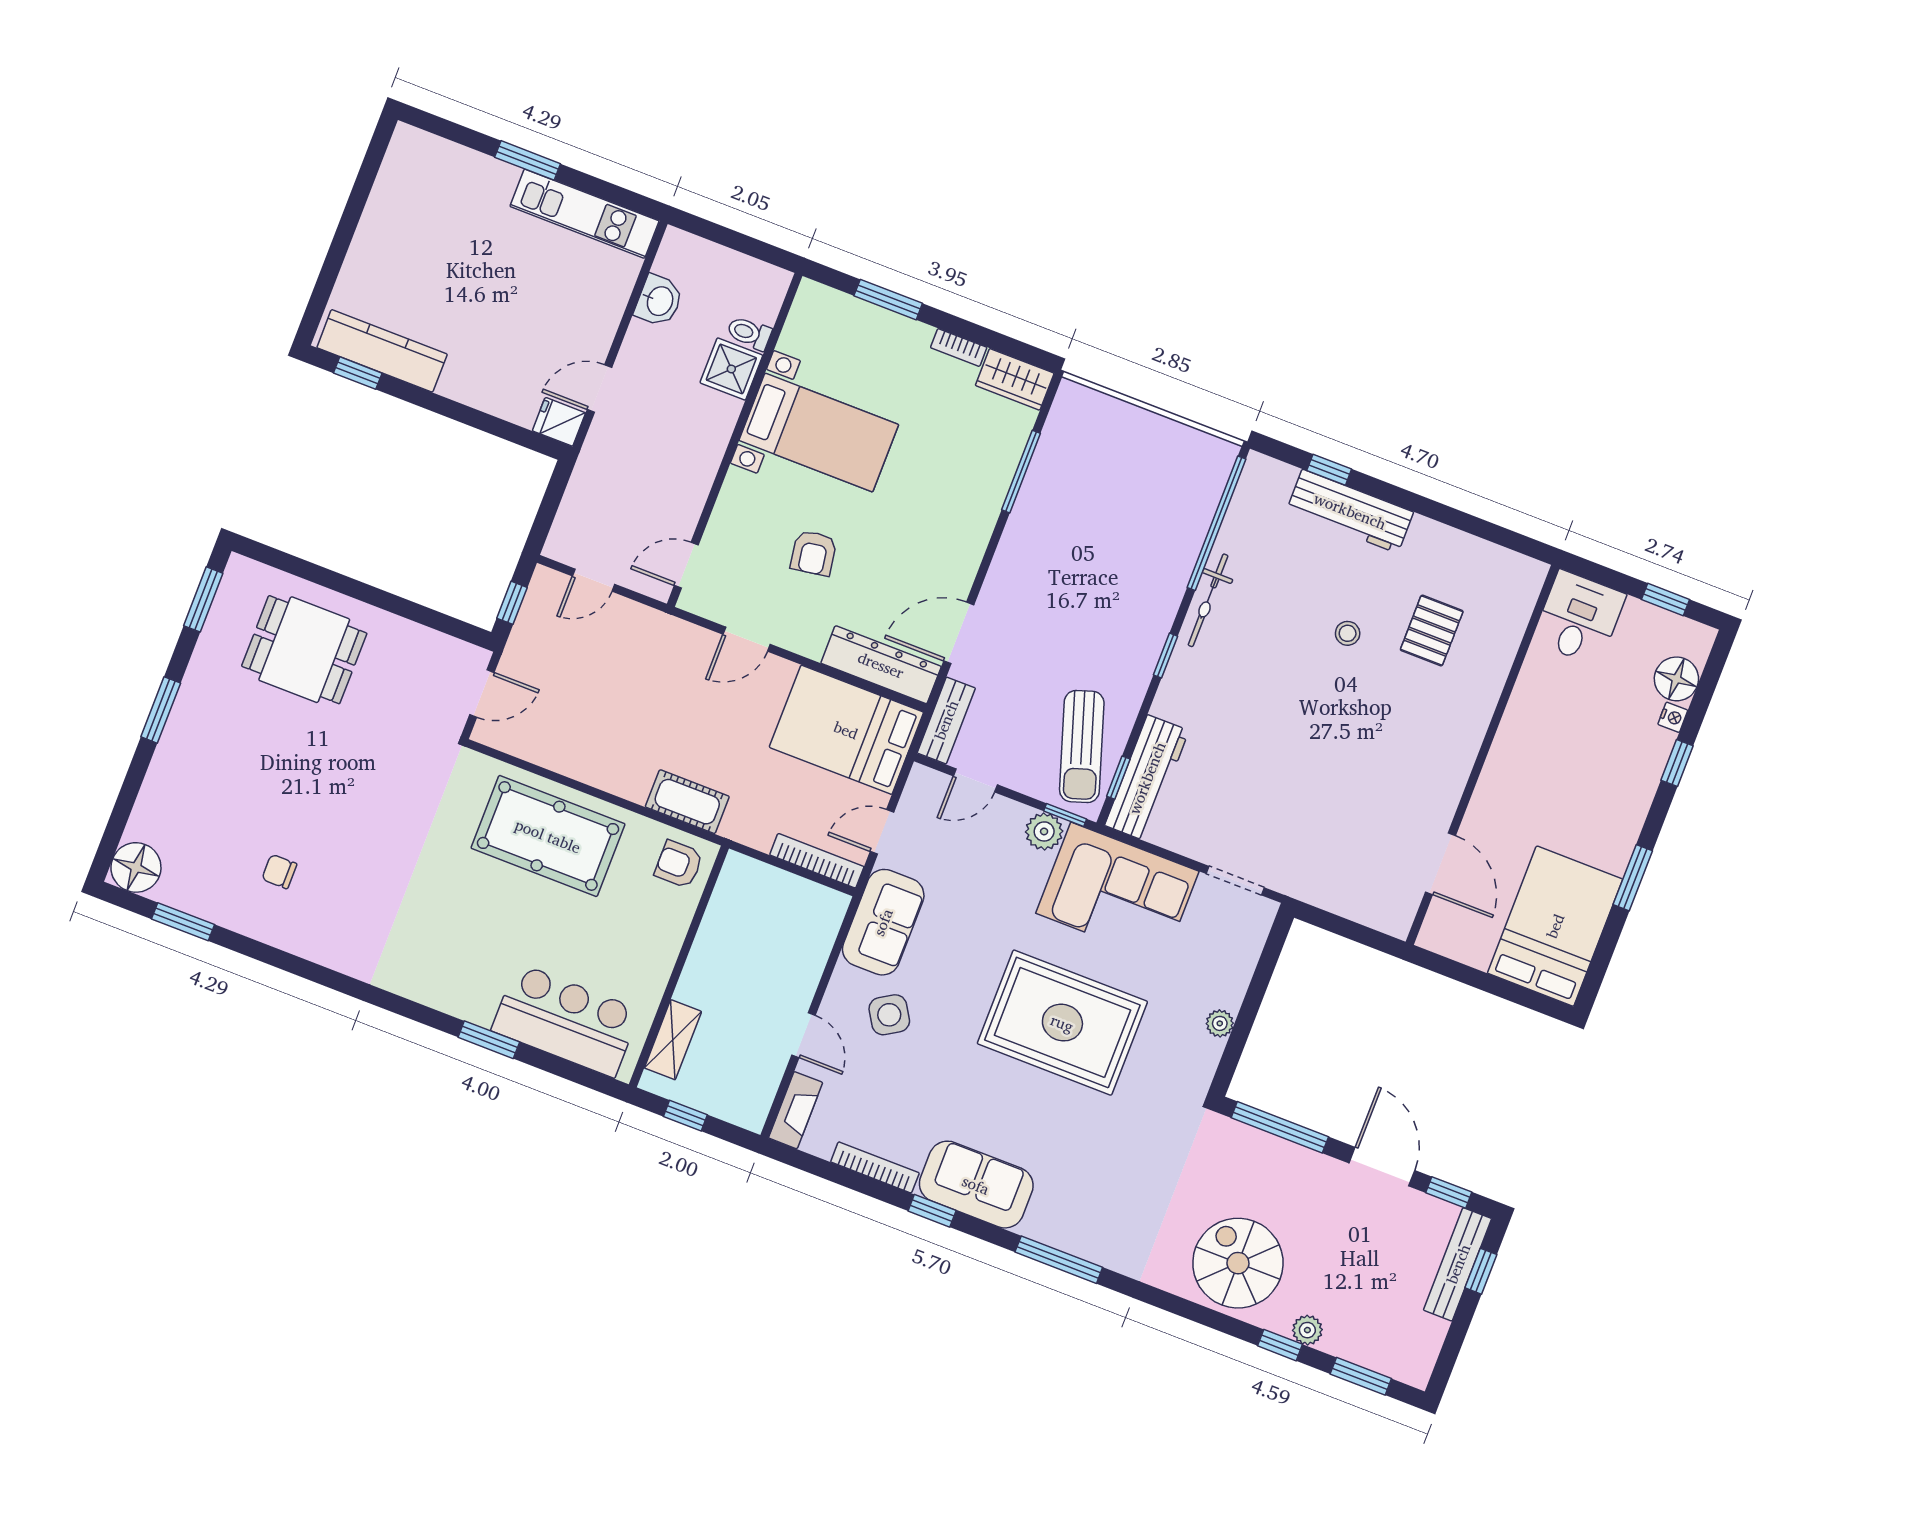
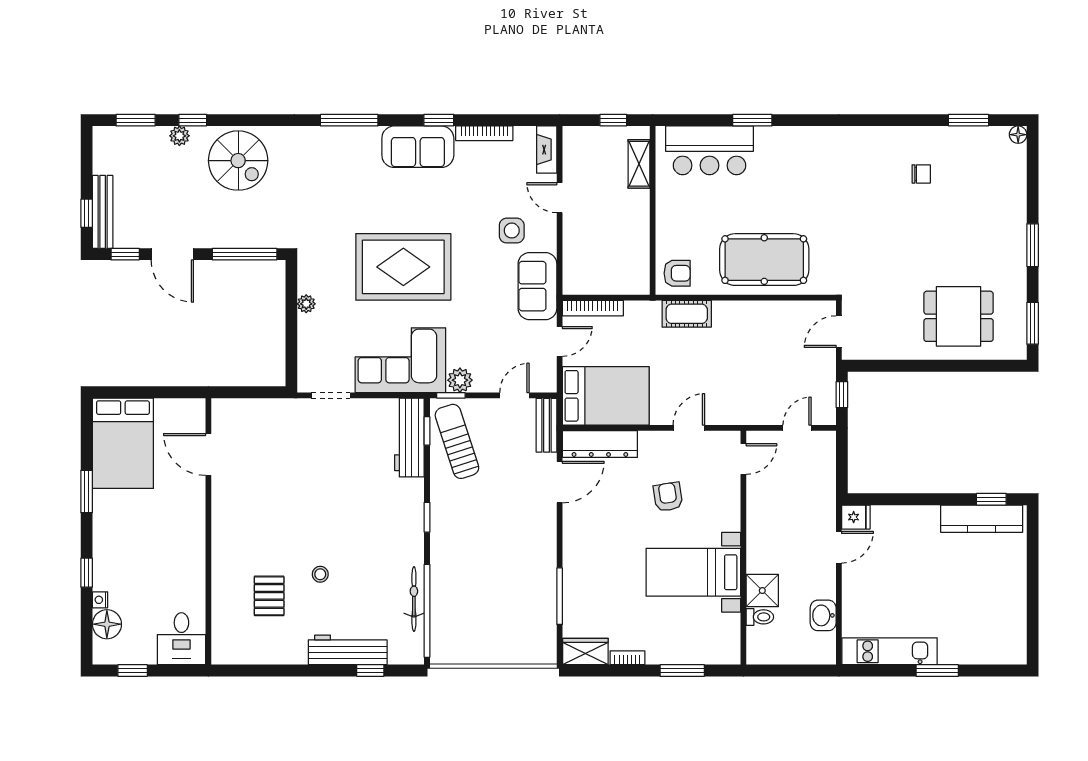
bicycle: (1208, 600) -> (414, 599), moved
floor lamp: (136, 867) -> (1018, 135), width x0.53, depth x0.53
side table: (889, 1015) -> (512, 231), turned 32

